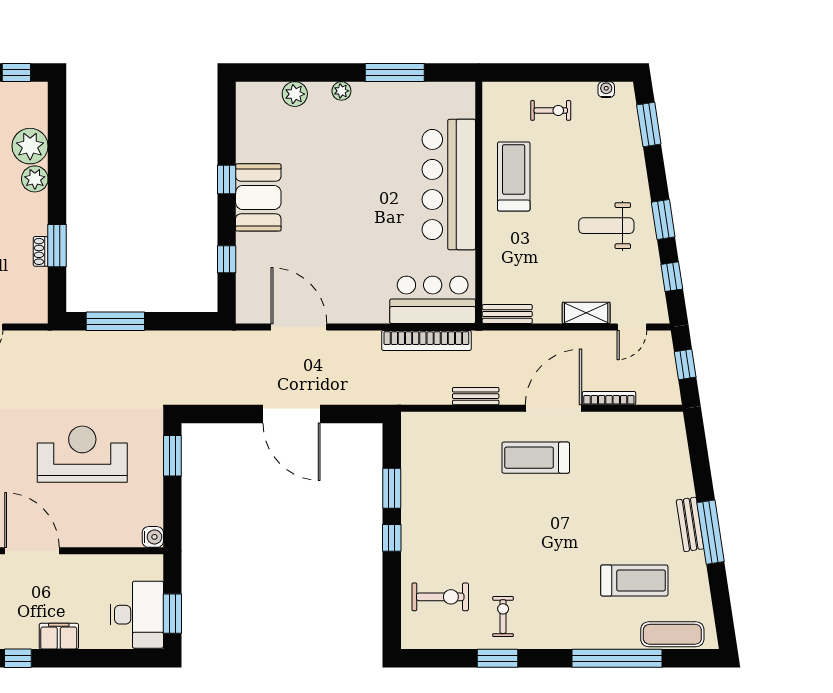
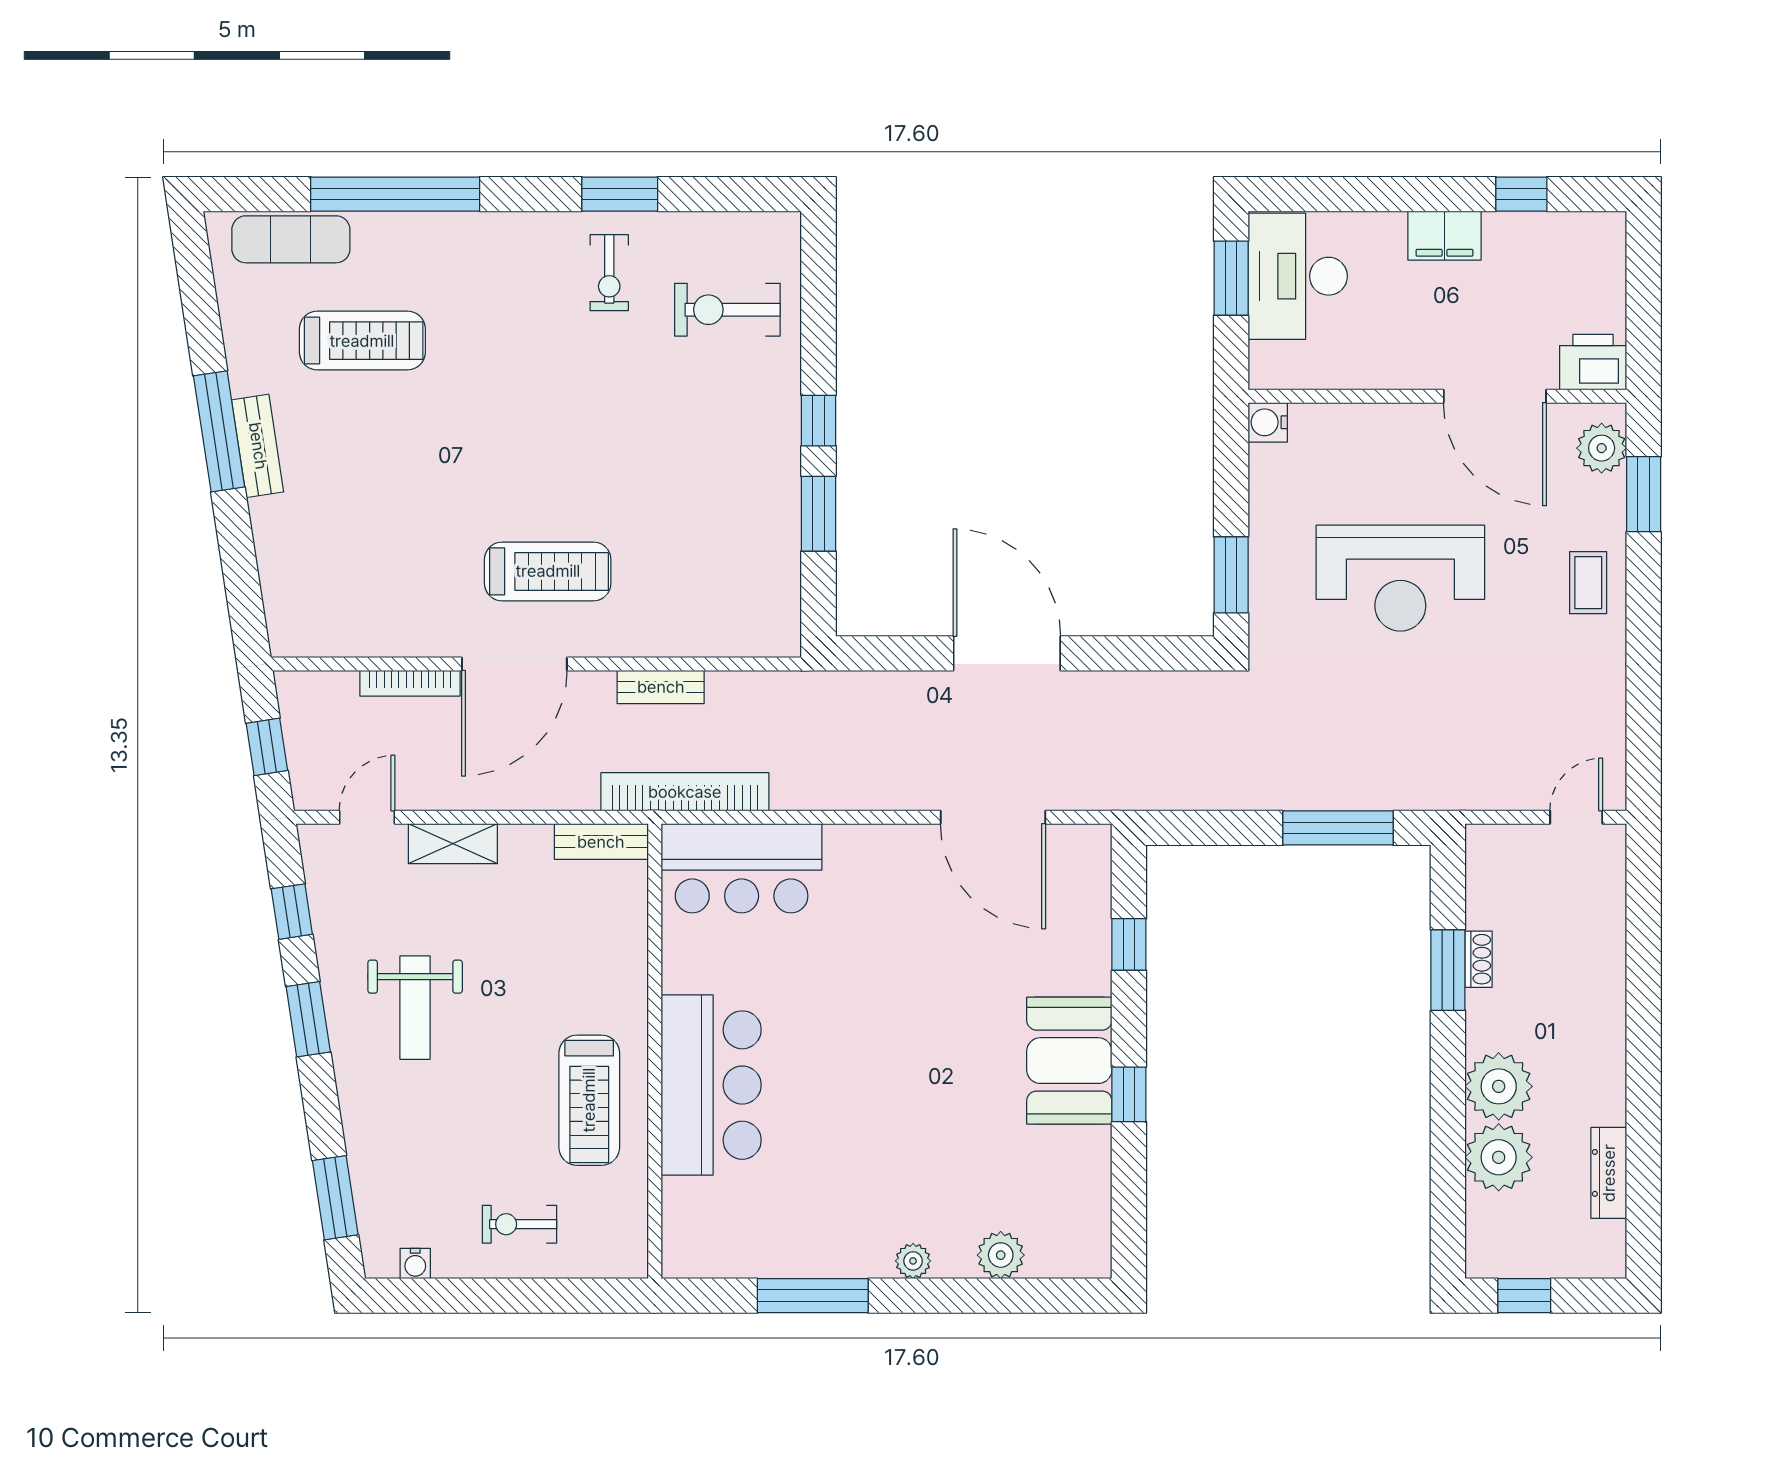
plant: (35, 179) -> (1499, 1086), width x1.36, depth x1.36
bar counter: (449, 184) -> (711, 1085), width x0.73
weight bench: (606, 226) -> (415, 1008), turned 90
bookcase: (426, 340) -> (685, 792), moved
treadmill: (634, 580) -> (362, 341), turned 180

